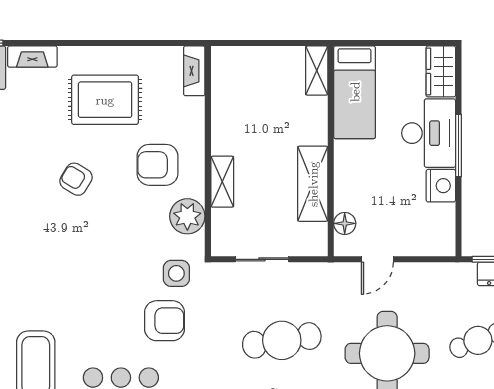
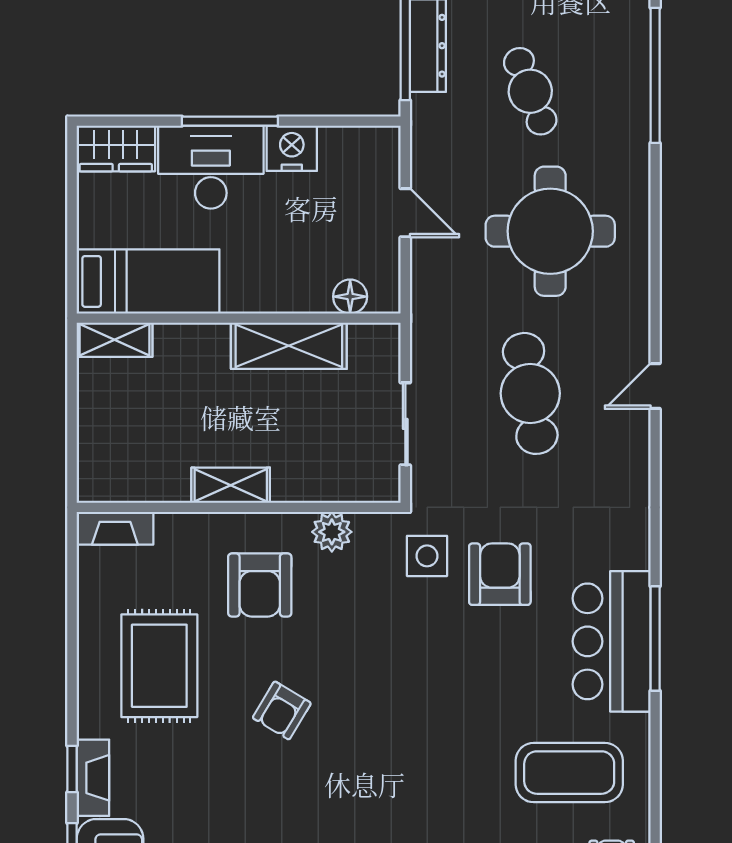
window: (38, 43) -> (72, 769), added
shelving: (222, 182) -> (231, 485), moved
plant: (187, 216) -> (332, 532), width x0.73, depth x0.73
door: (377, 259) -> (405, 213), moved

